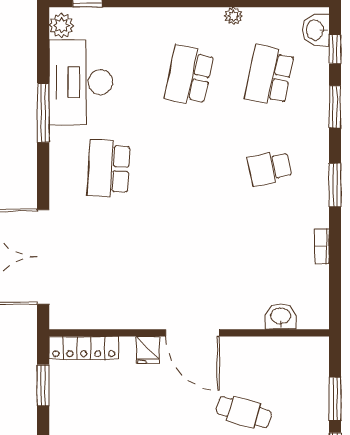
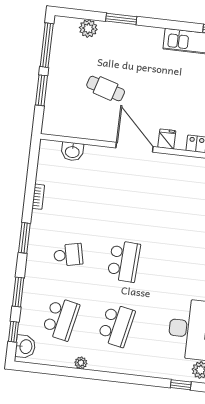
school desk: (109, 168) -> (124, 261), moved

